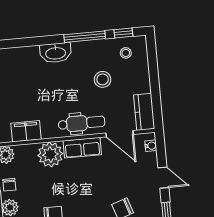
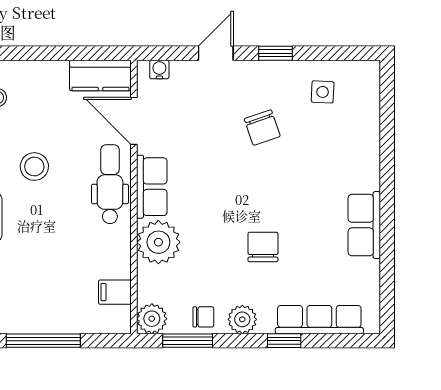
stool: (103, 79) -> (34, 167), moved
filing cabinet: (26, 131) -> (115, 292), width x0.50
door: (120, 134) -> (134, 121), swing flipped

